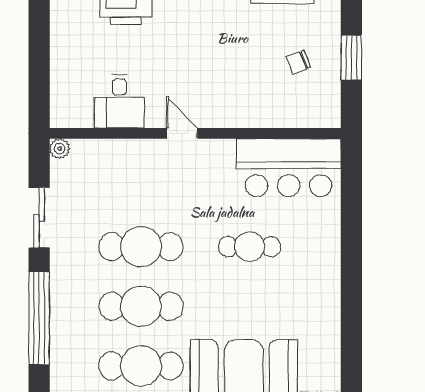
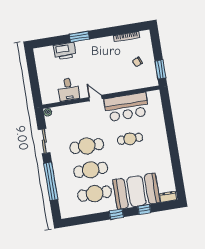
window: (351, 58) -> (160, 69), moved
bar counter: (289, 168) -> (126, 107), moved

